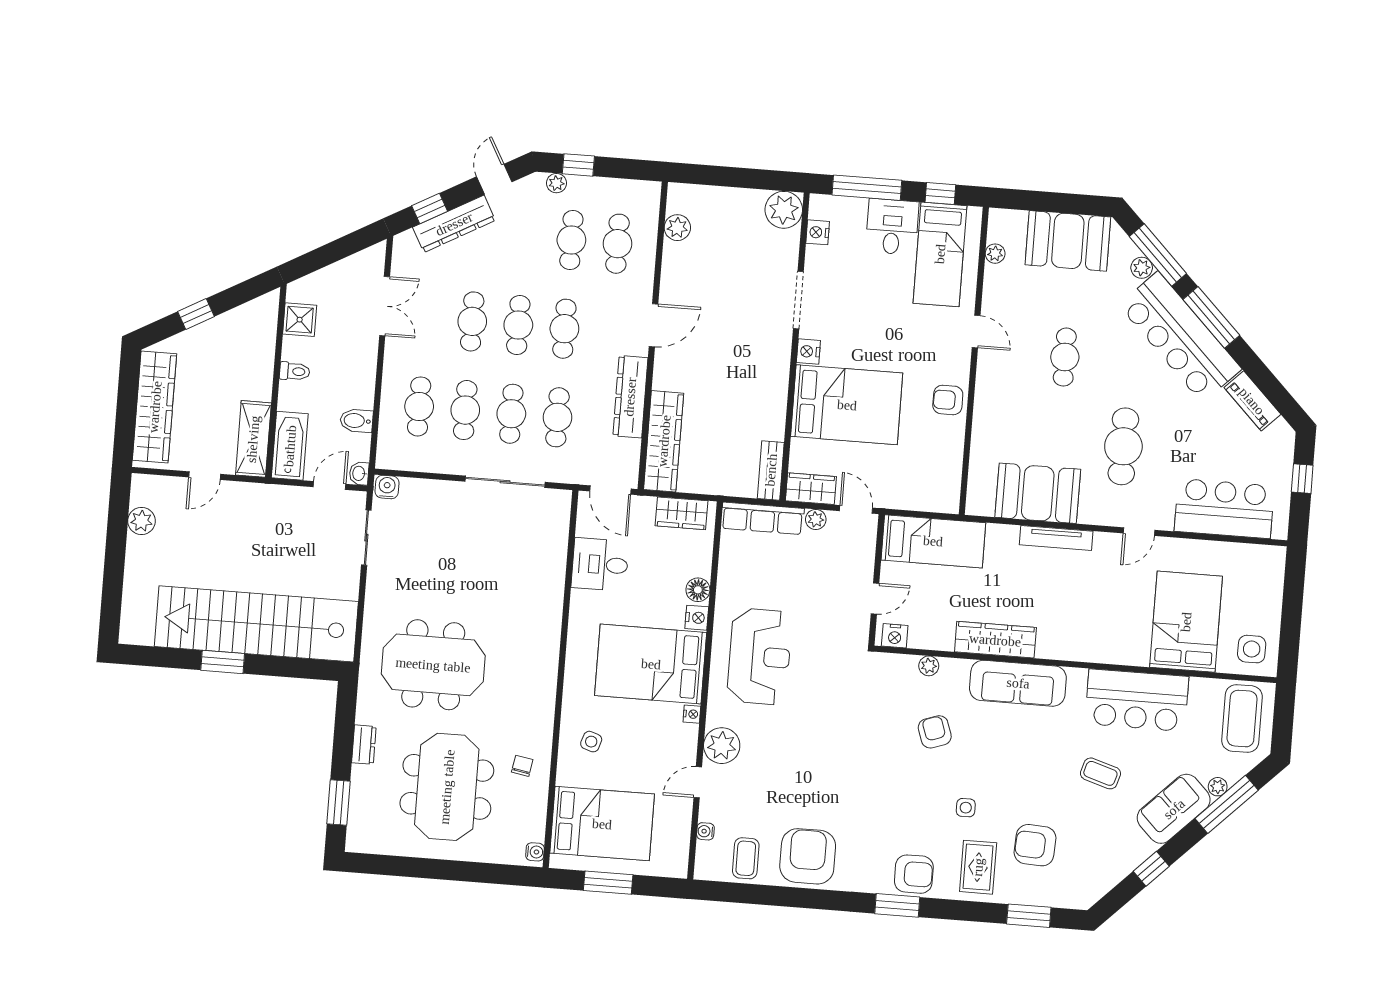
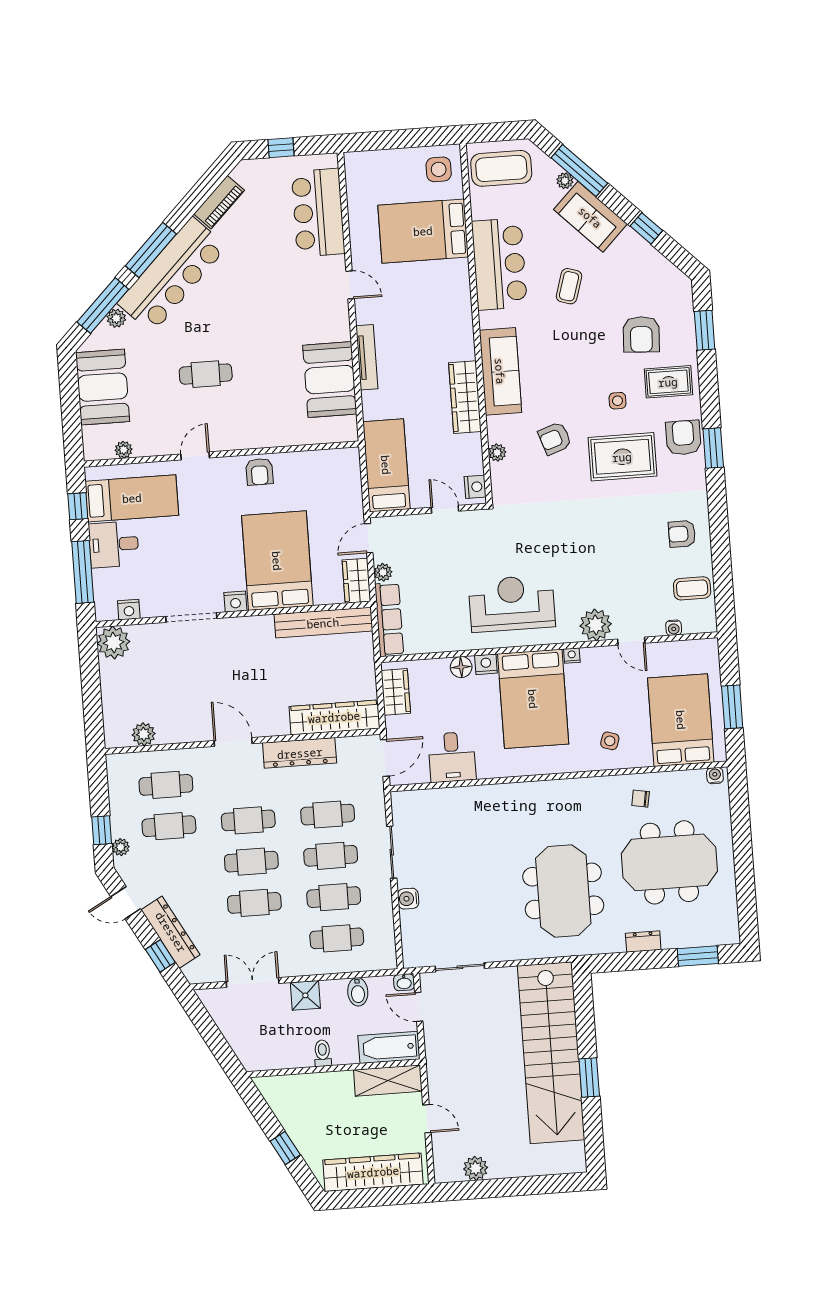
shower: (300, 320) -> (305, 995), moved
cafe table: (1123, 446) -> (277, 310), removed
bench: (771, 470) -> (323, 623), width x1.86, depth x1.21
sliding door: (505, 482) -> (392, 852), width x0.73
water cooler: (387, 487) -> (408, 899), moved
rug: (903, 804) -> (622, 457), added
armchair: (808, 856) -> (682, 534), width x0.53, depth x0.53

